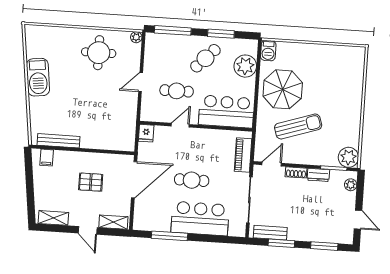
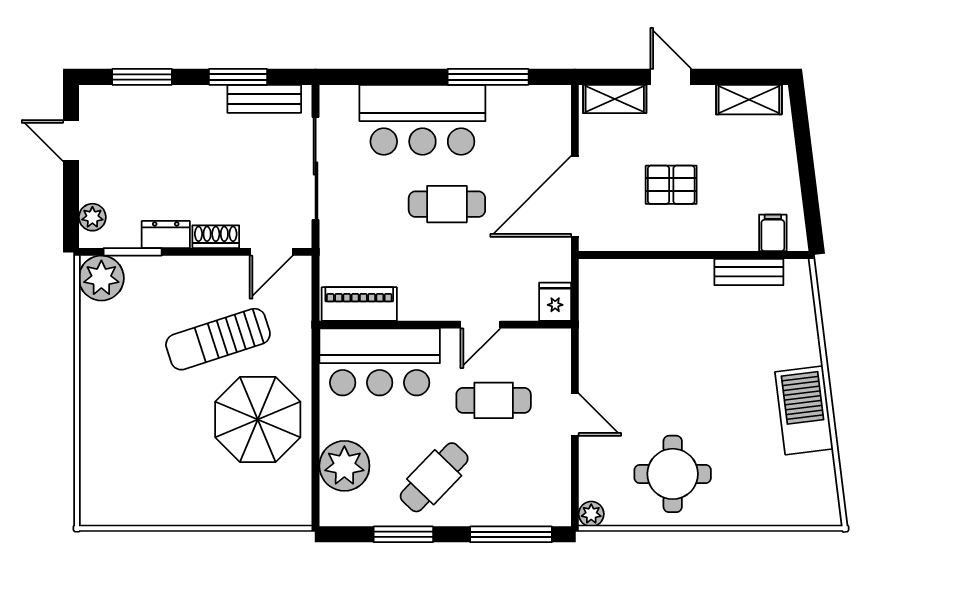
barbecue: (268, 51) -> (296, 504), removed
door: (141, 82) -> (575, 415), hinge flipped
bench: (59, 141) -> (749, 272), width x0.73
piano: (243, 155) -> (359, 304), moved, turned -90

